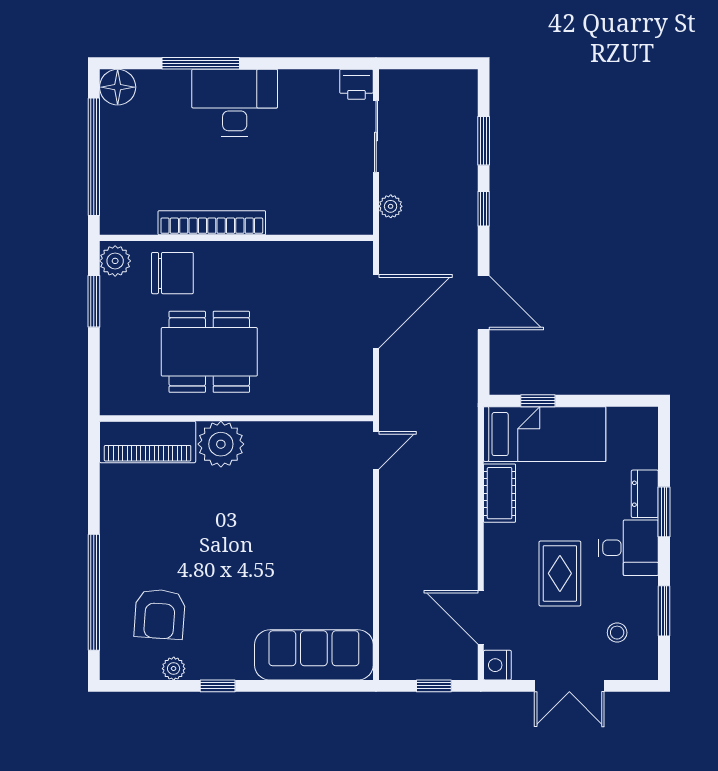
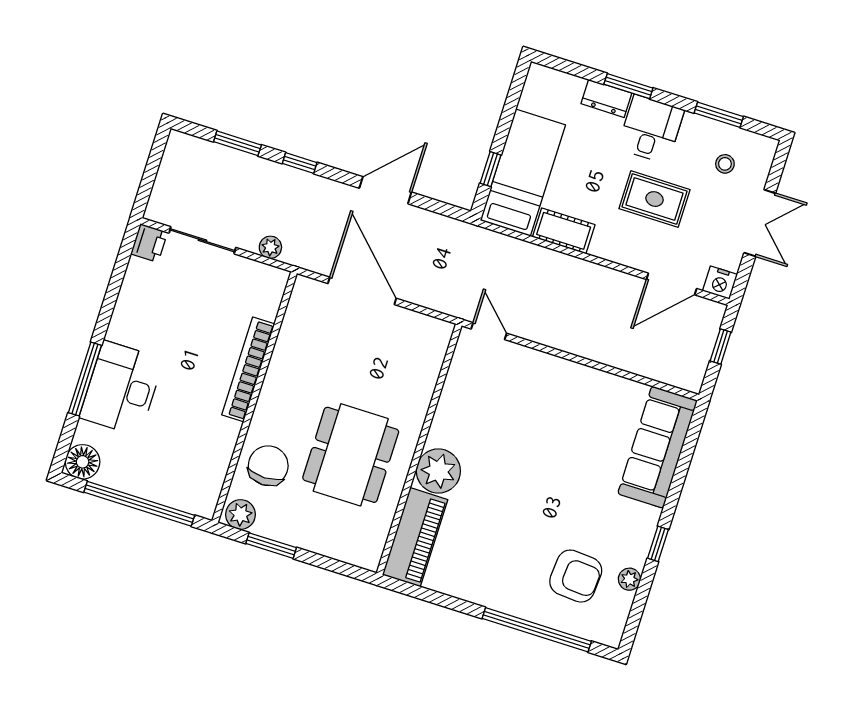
desk: (235, 103) -> (122, 388), moved
bookcase: (212, 223) -> (248, 369), moved

